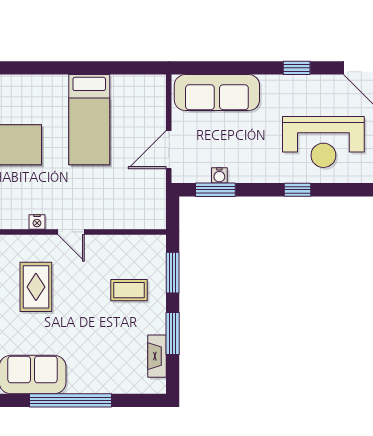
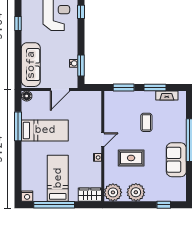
window: (97, 68) -> (18, 126), added
floor lamp: (156, 84) -> (27, 96), added
door: (169, 150) -> (60, 89), hinge flipped
window: (297, 190) -> (81, 12), moved
coffee table: (129, 290) -> (146, 122), moved

